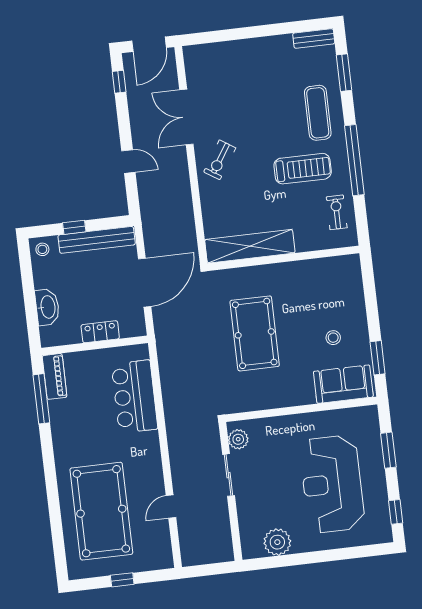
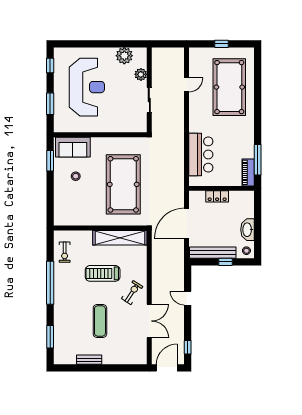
bench: (314, 38) -> (89, 360), moved
exercise mat: (318, 113) -> (100, 321), moved
treadmill: (303, 169) -> (103, 273), moved
washbasin: (47, 307) -> (248, 230), moved
pool table: (255, 333) -> (123, 184), width x1.36, depth x1.32
plant: (238, 439) -> (141, 74), moved

